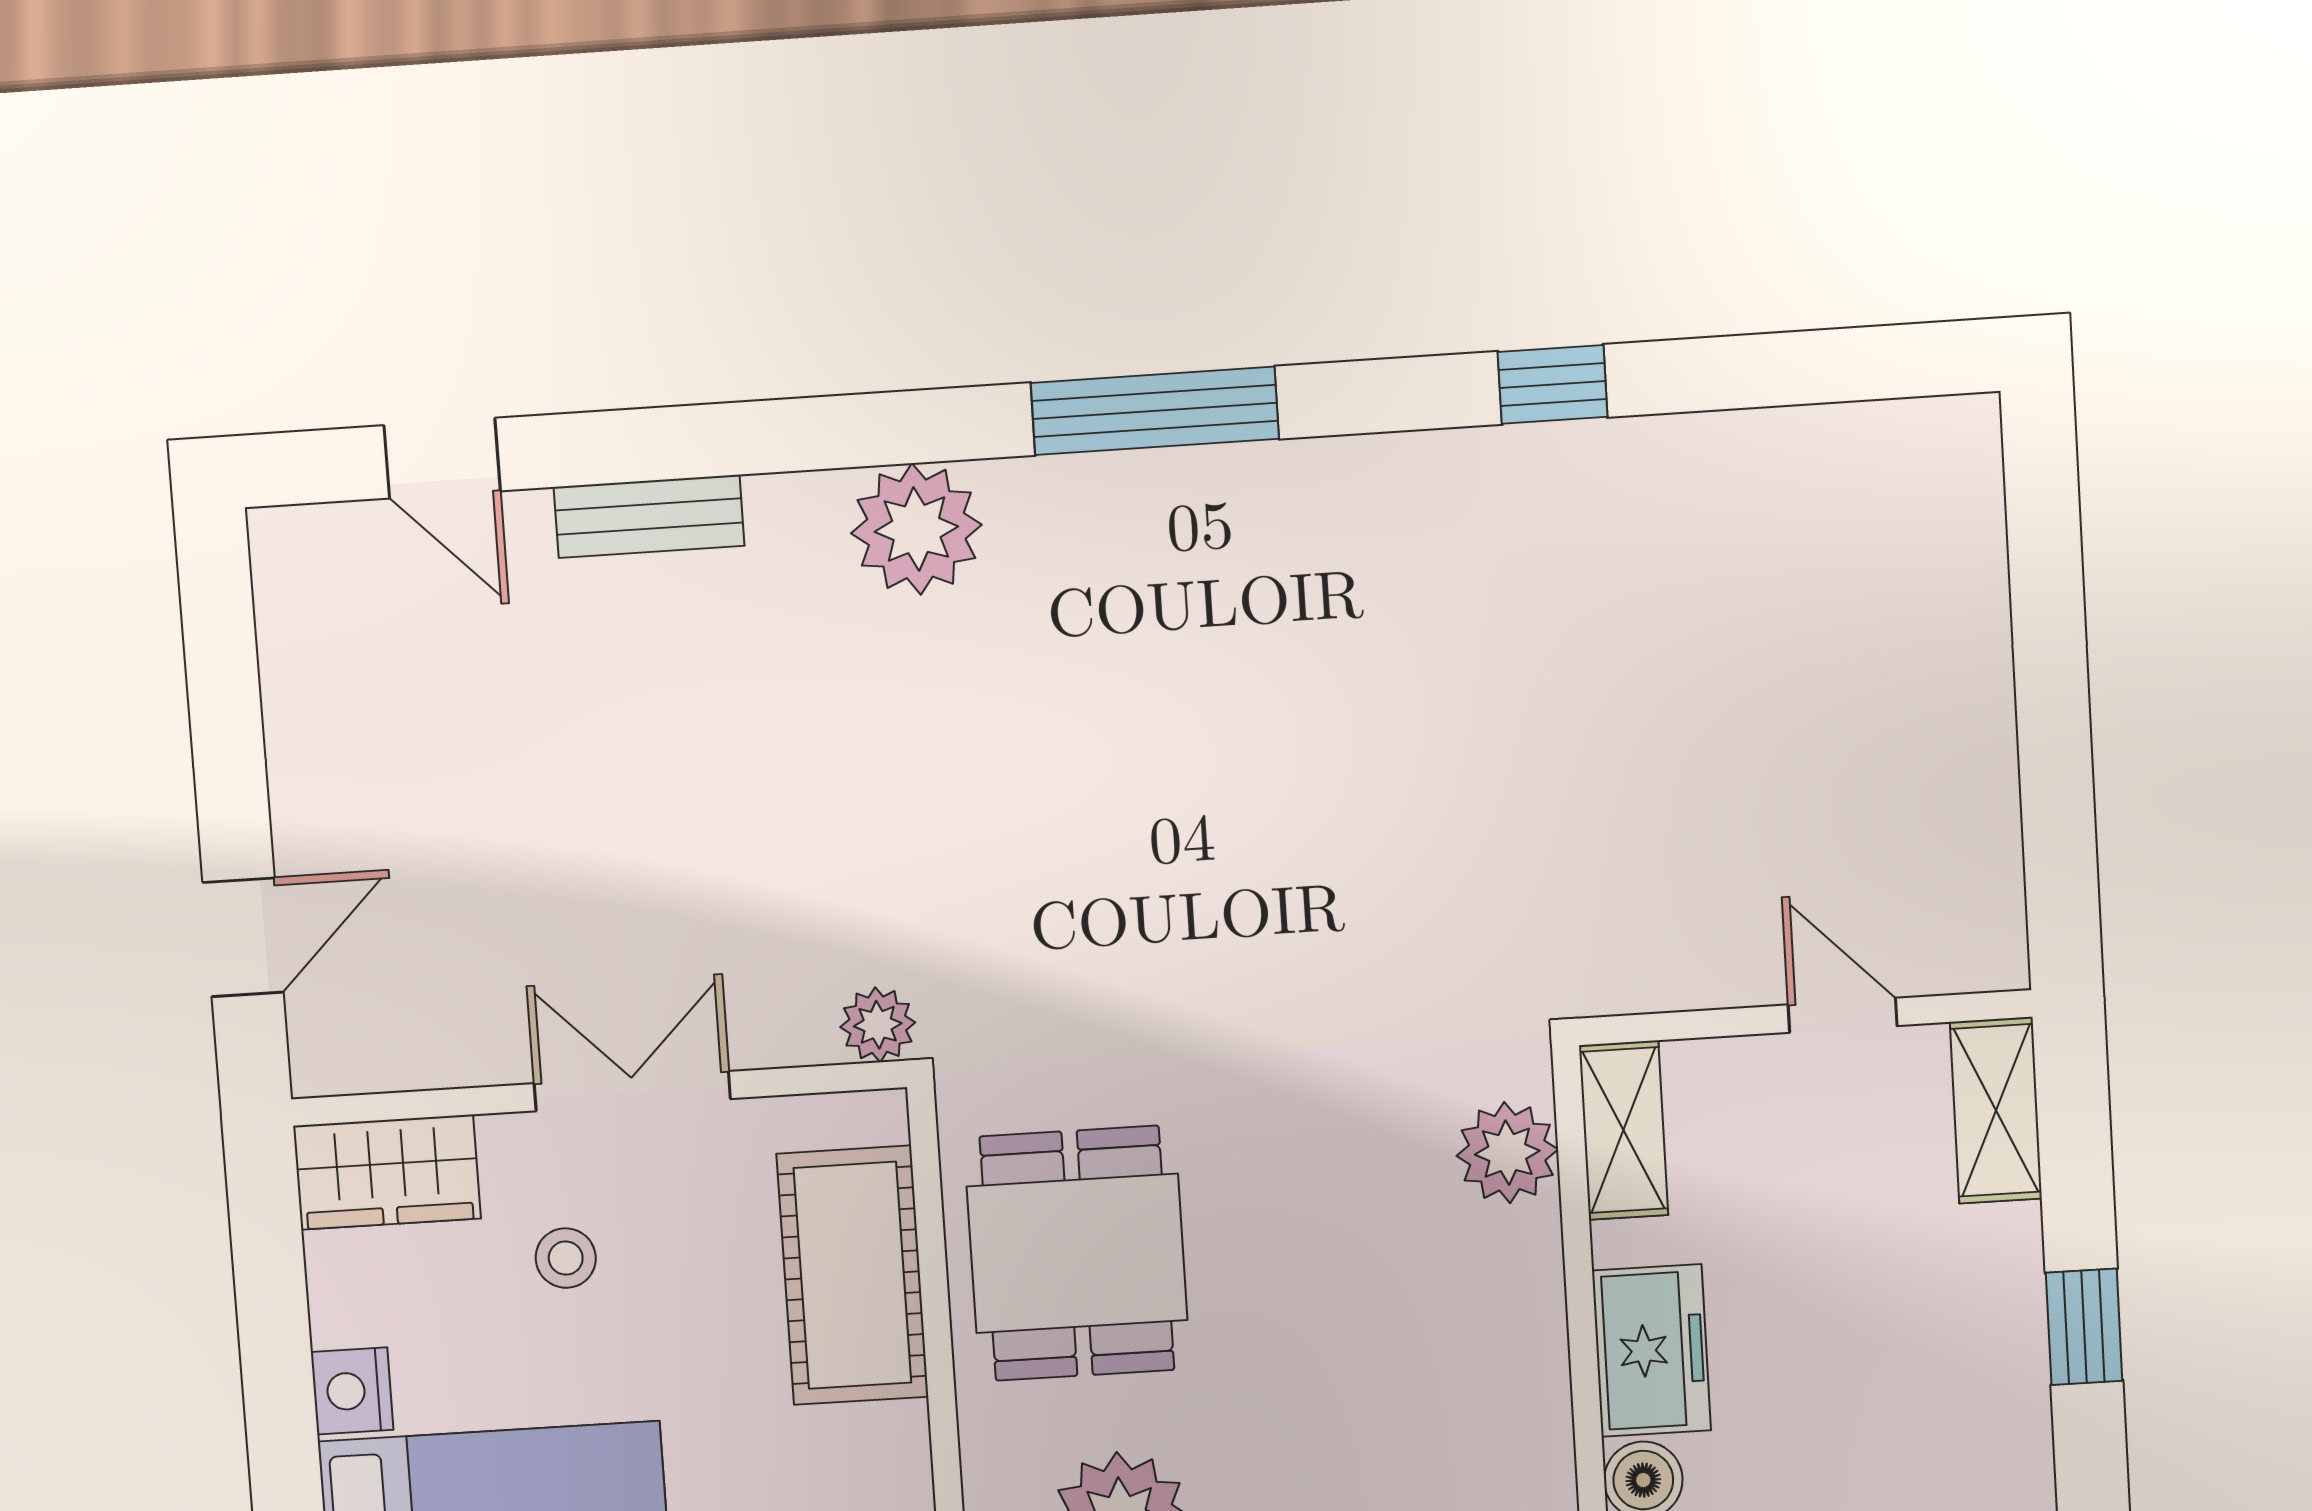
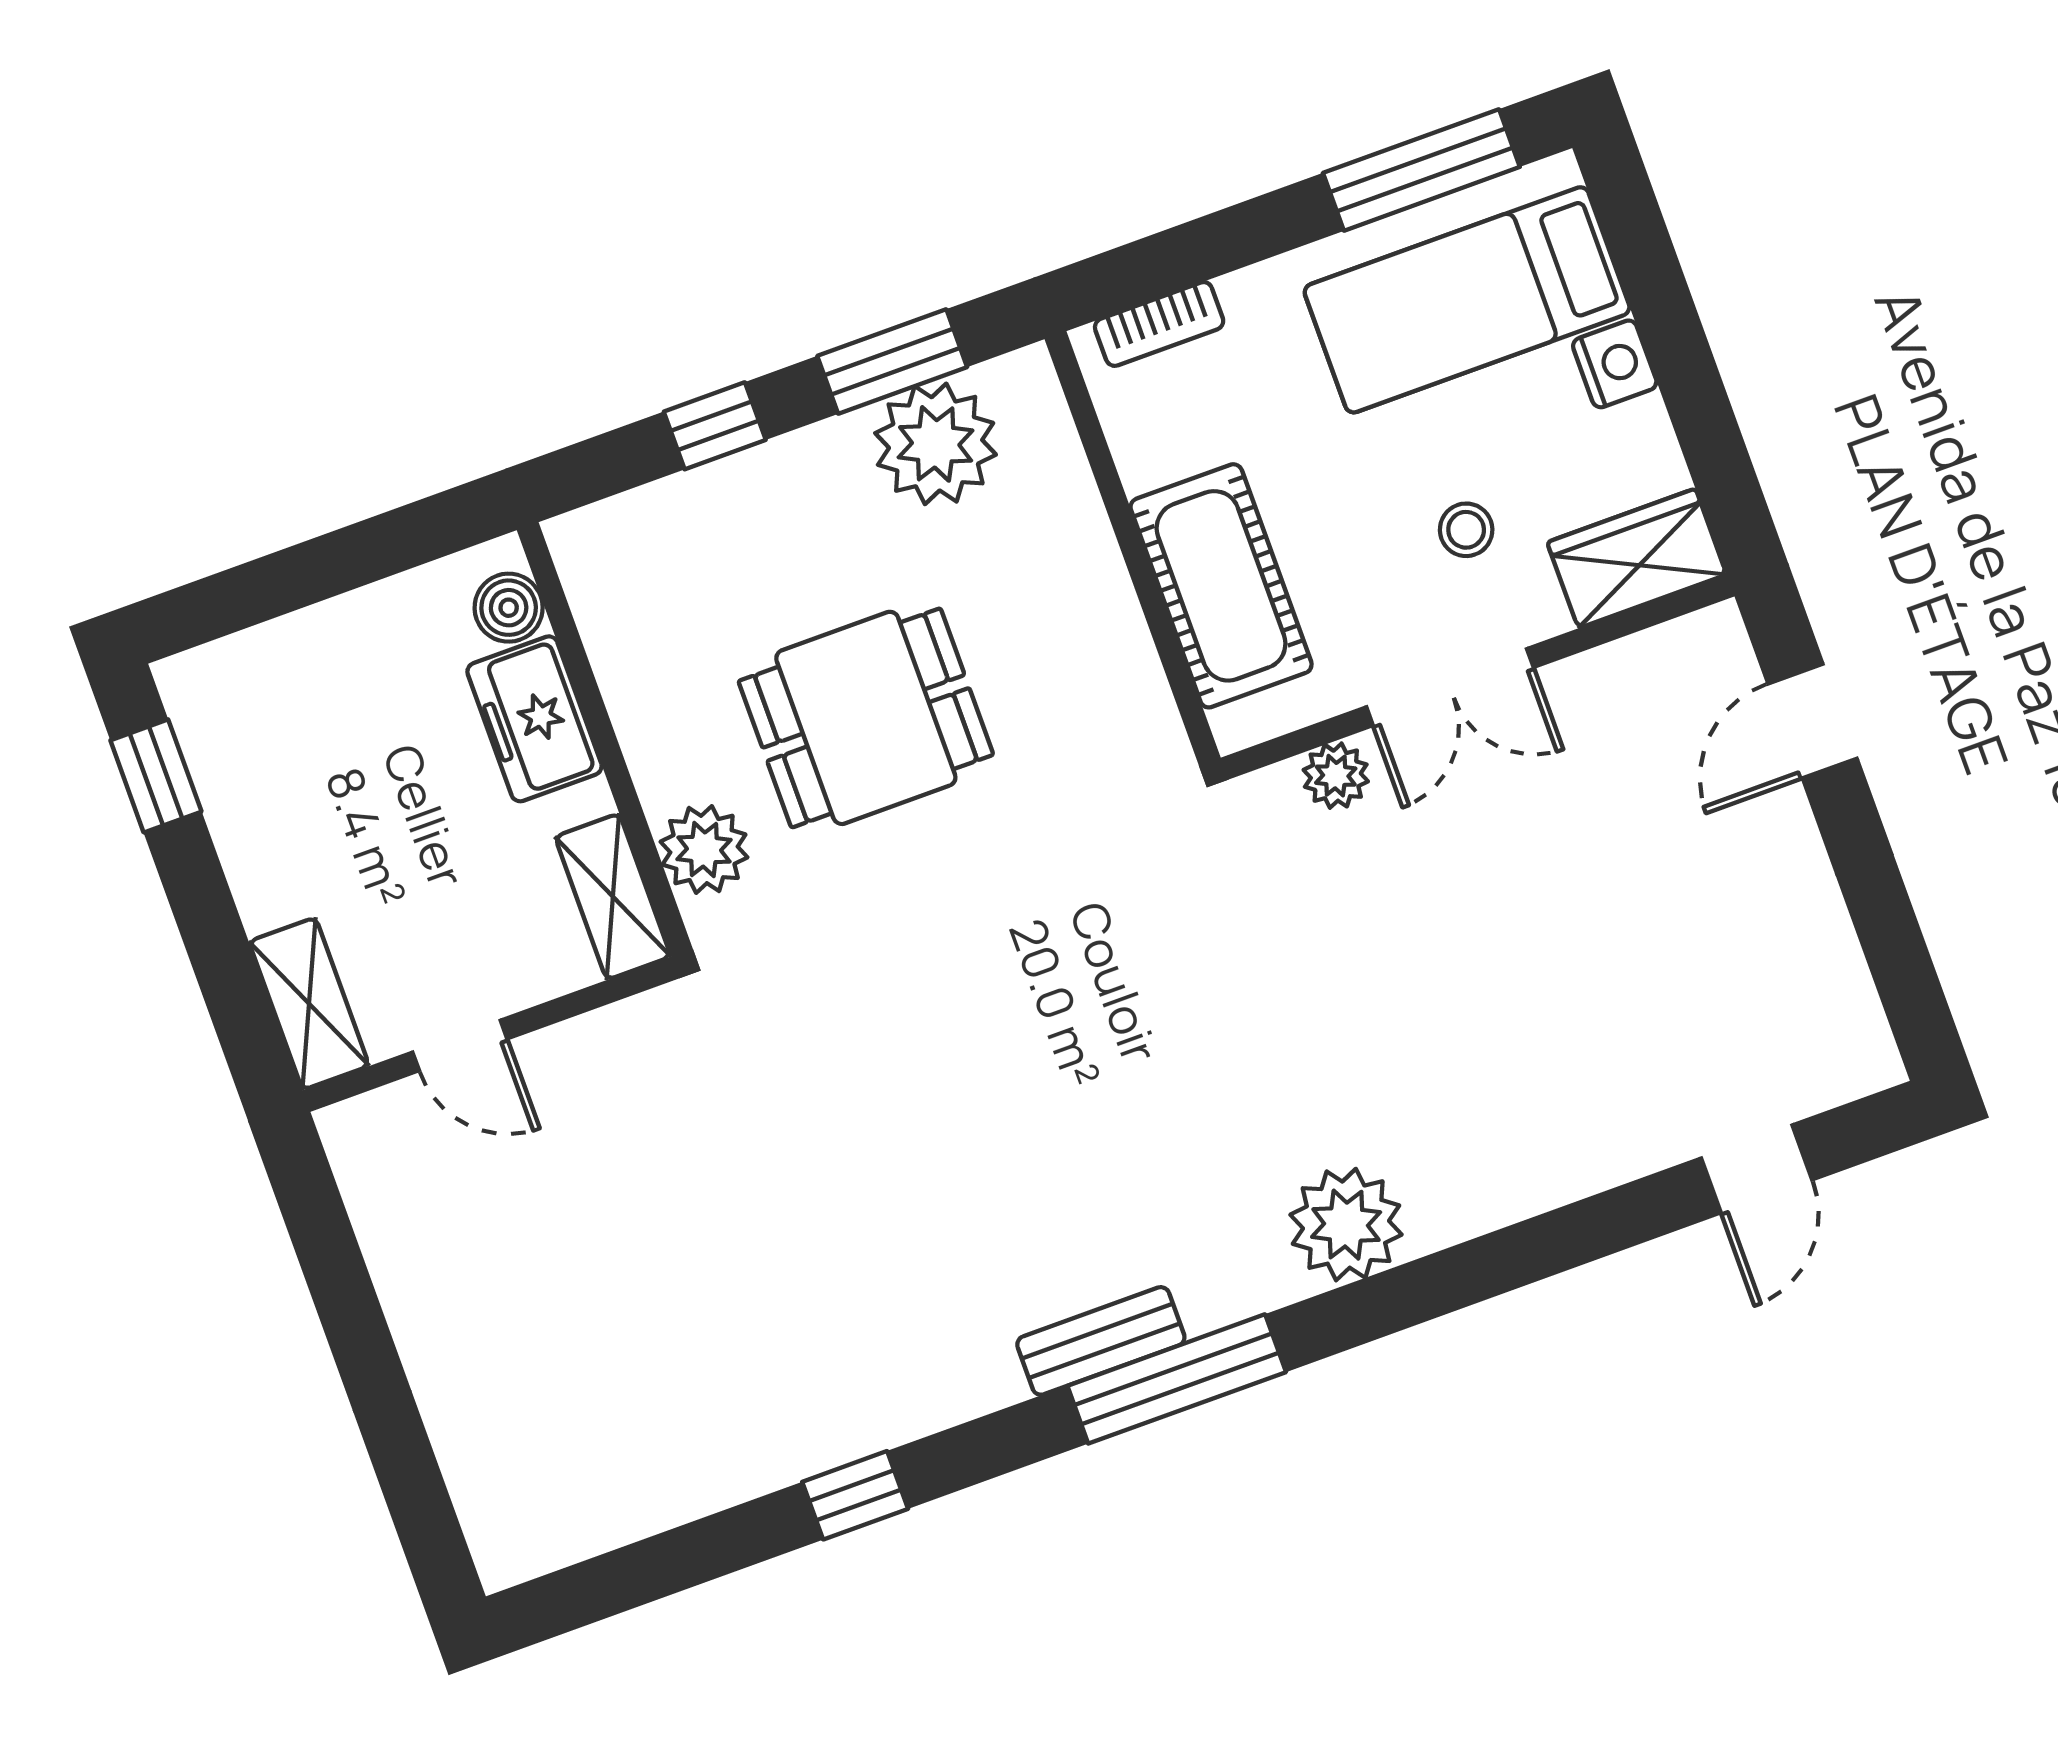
door: (442, 458) -> (1757, 1169), swing flipped
bench: (649, 516) -> (1101, 1341), moved
plant: (878, 1025) -> (1336, 776), moved
dining table: (1077, 1253) -> (866, 718), moved, turned 90
window: (2084, 1327) -> (156, 776), moved

